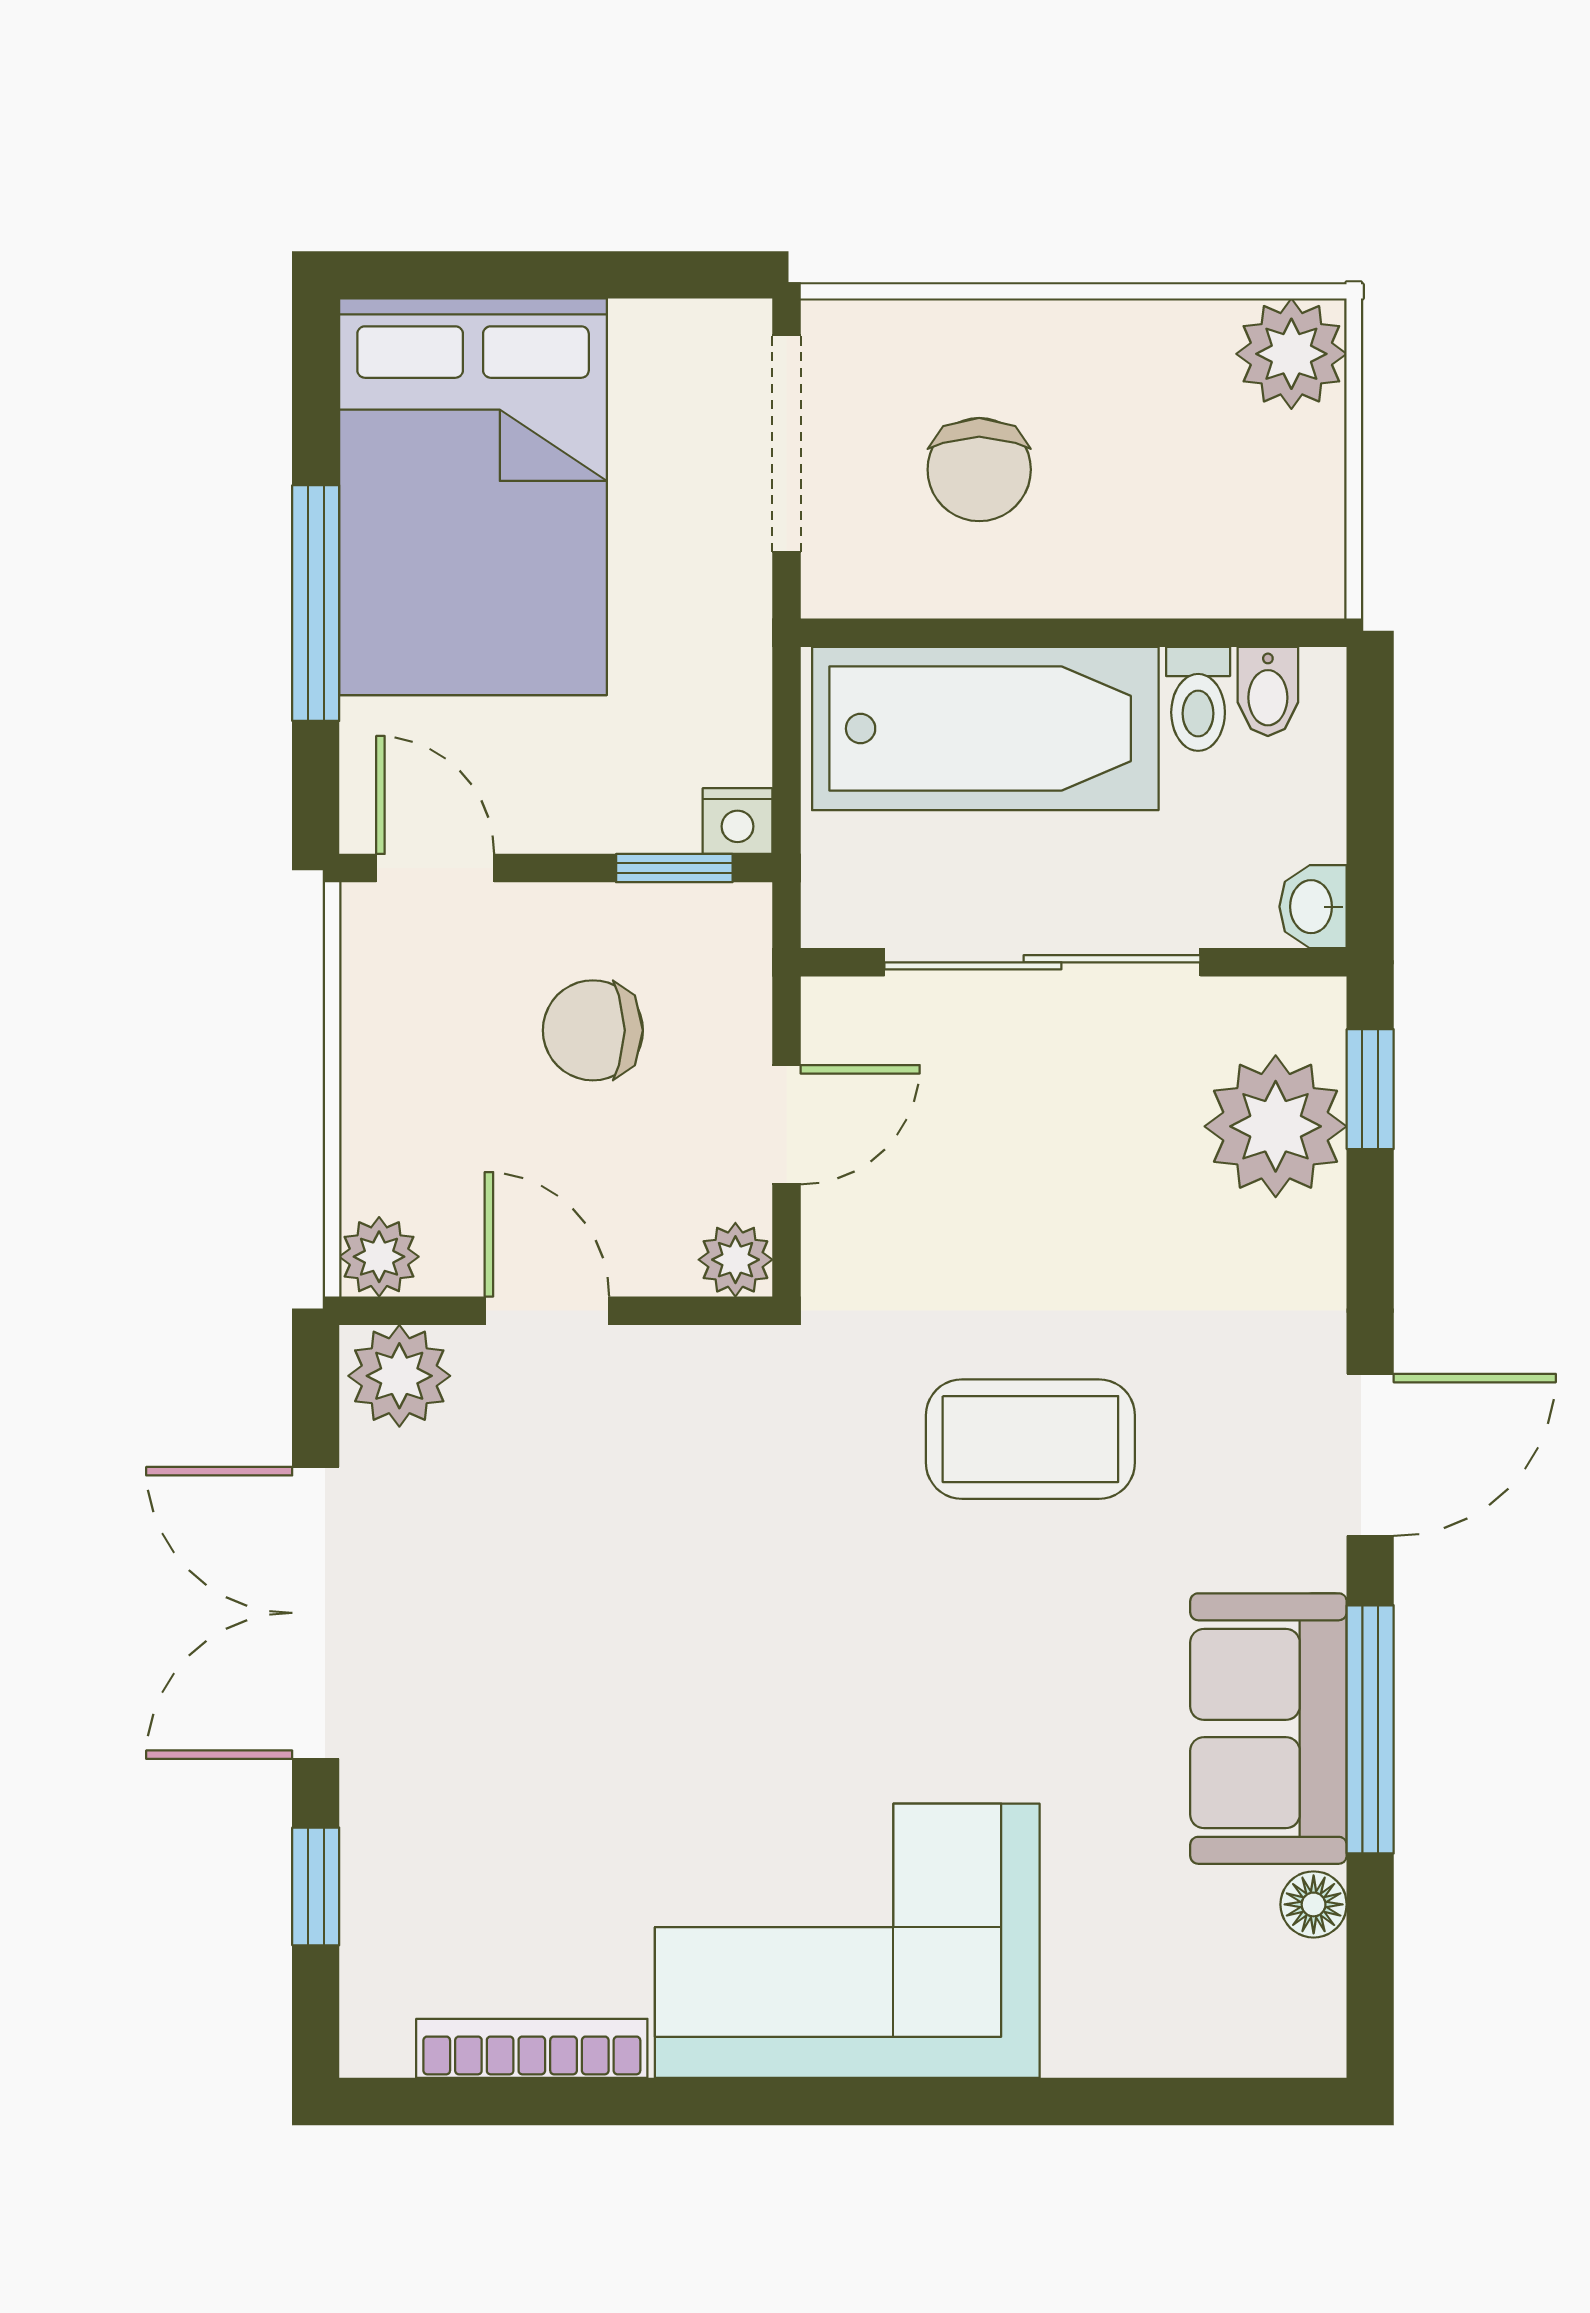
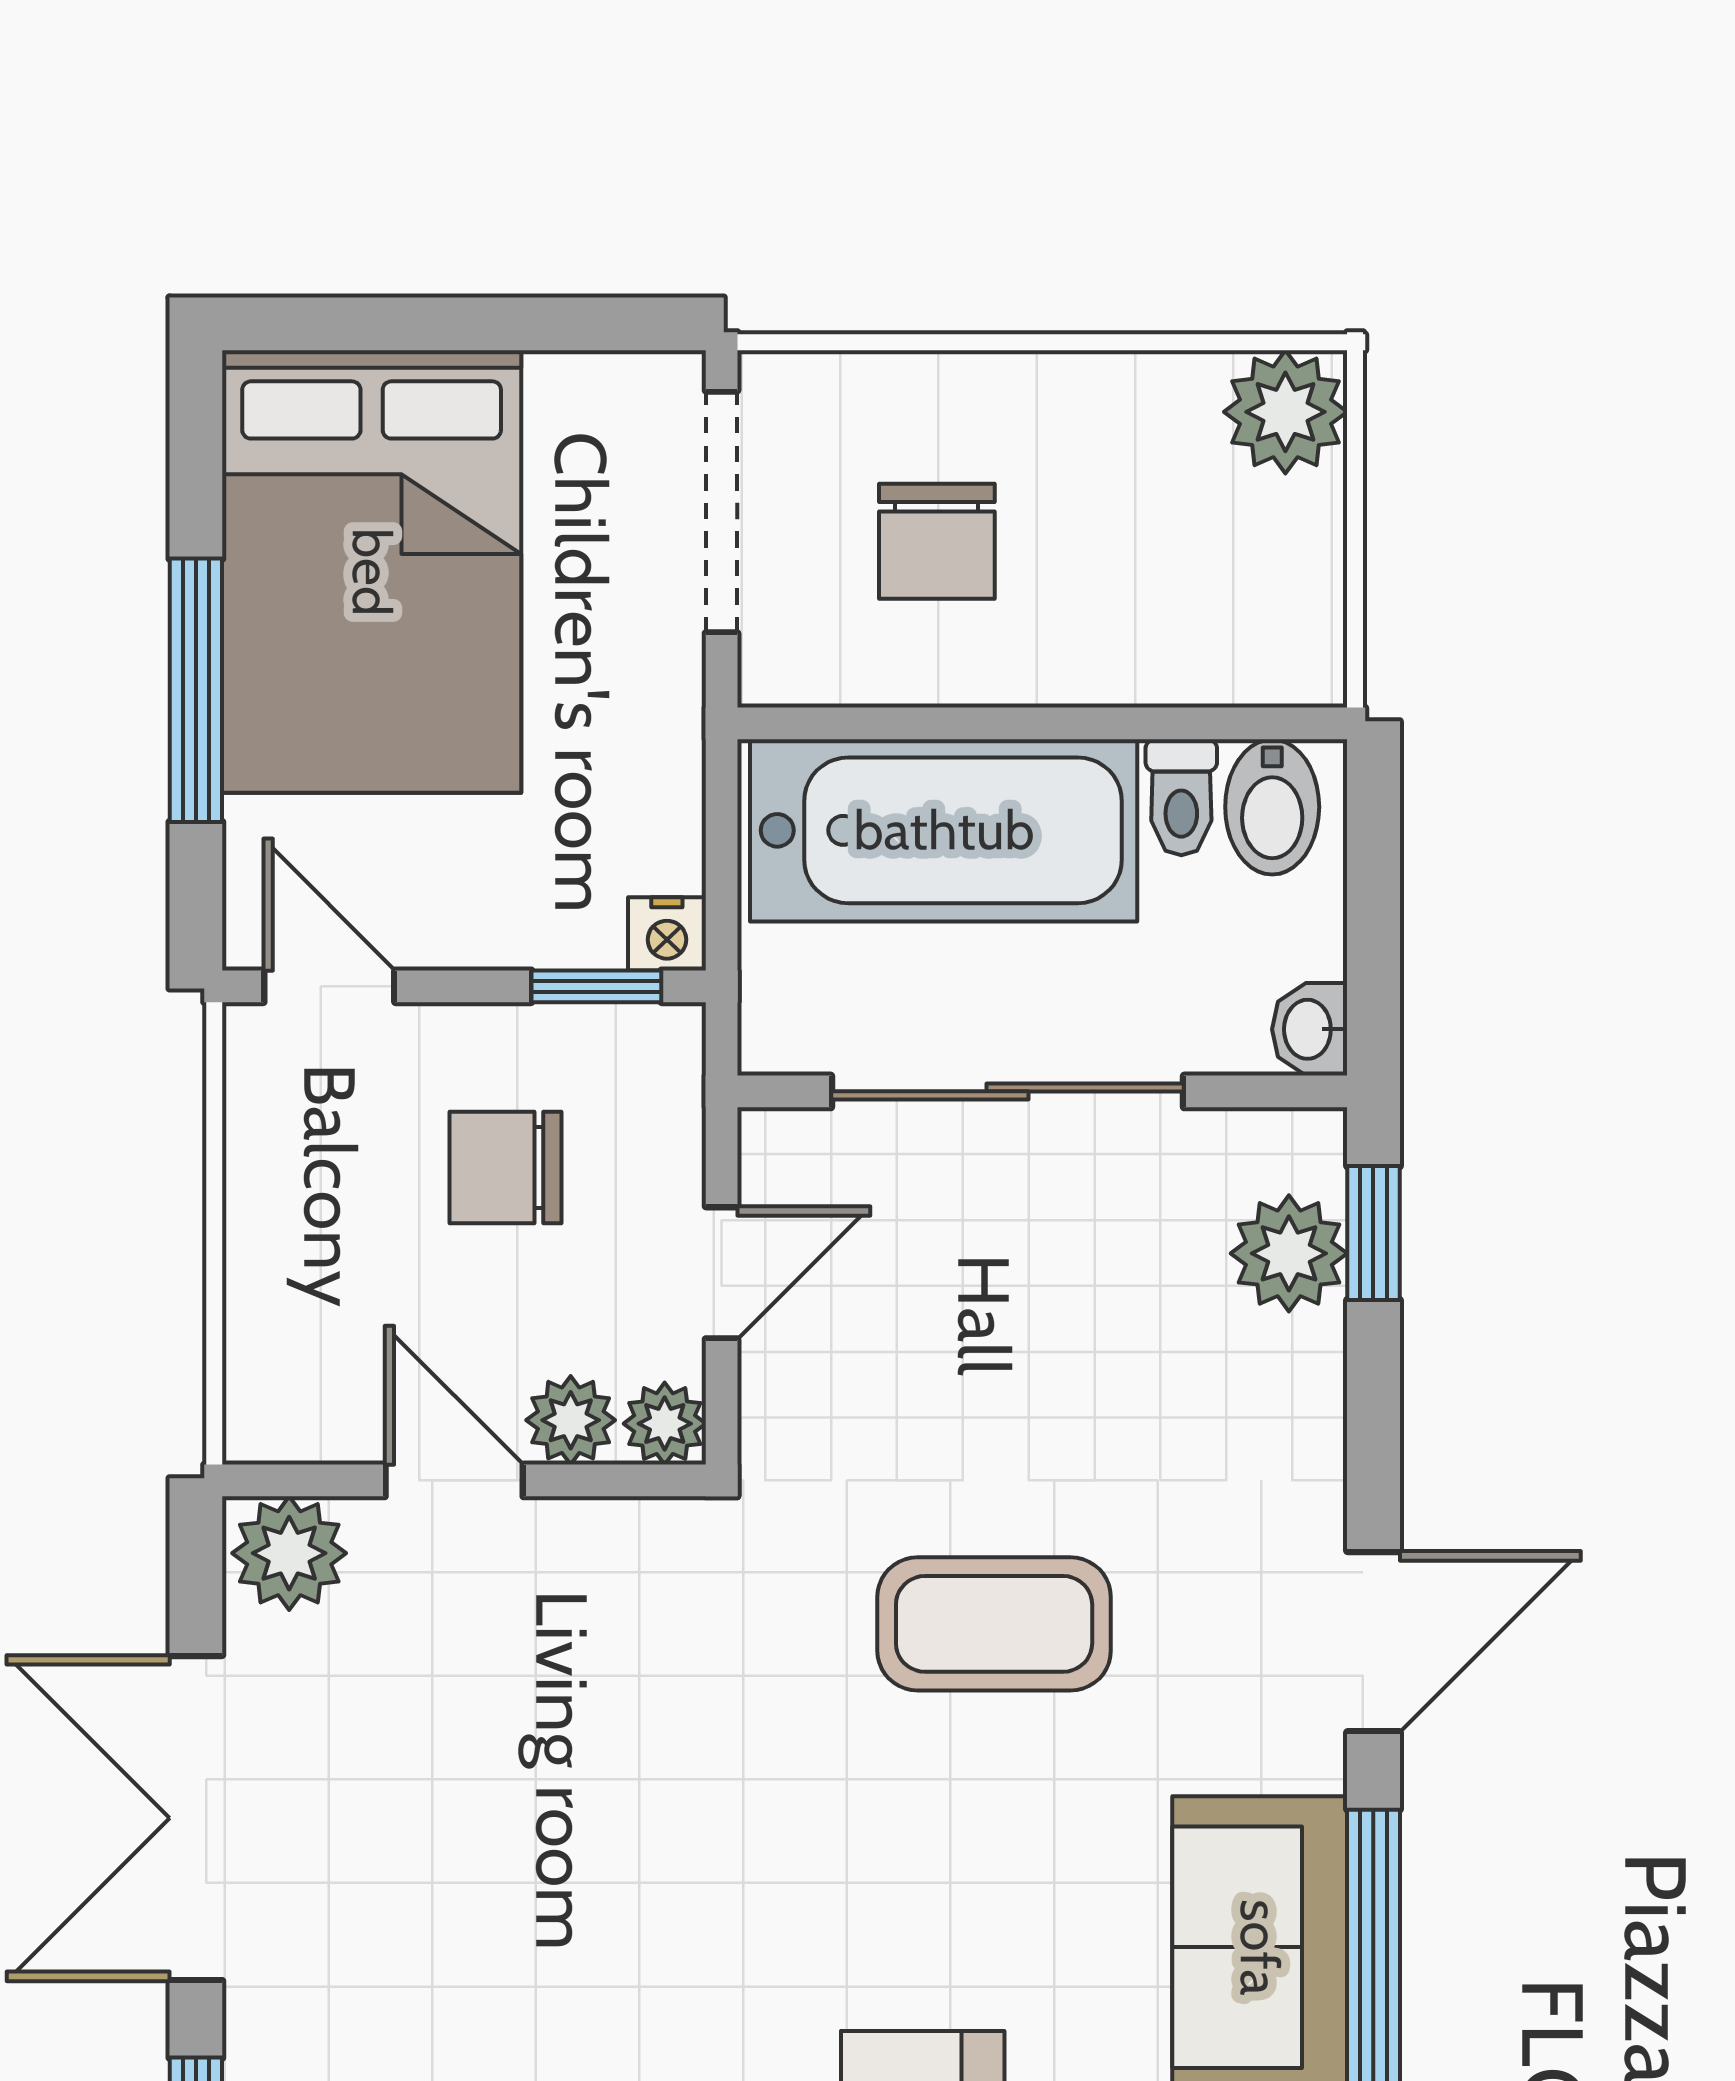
bidet: (1268, 691) -> (1272, 807), width x1.38, depth x1.36
plant: (1276, 1126) -> (1289, 1253), width x0.73, depth x0.73
plant: (379, 1257) -> (571, 1420), moved

